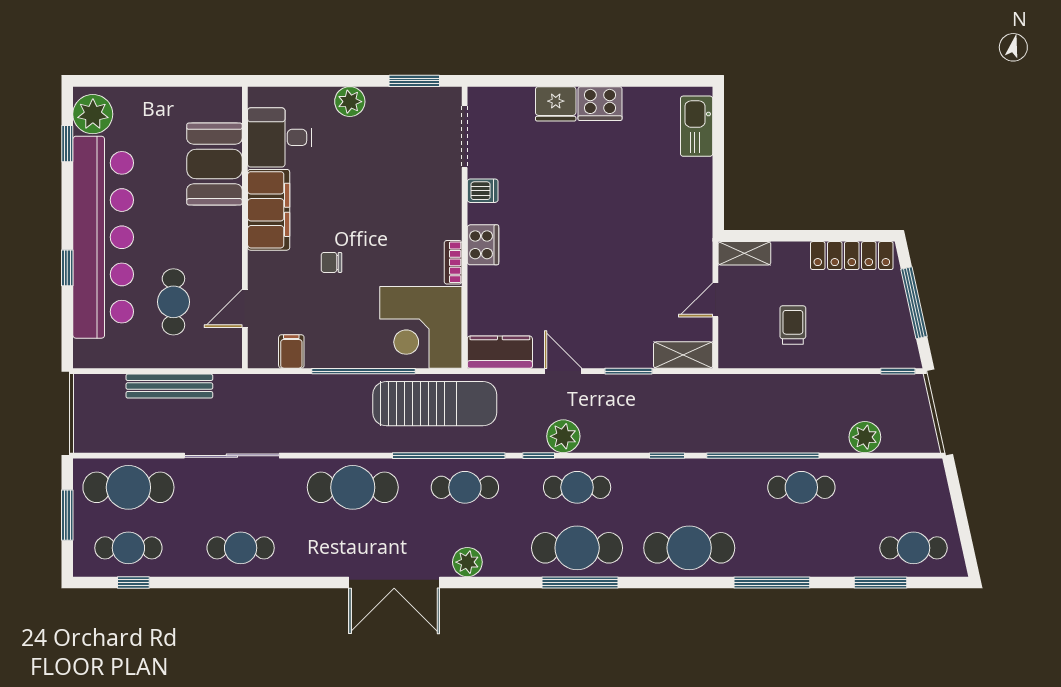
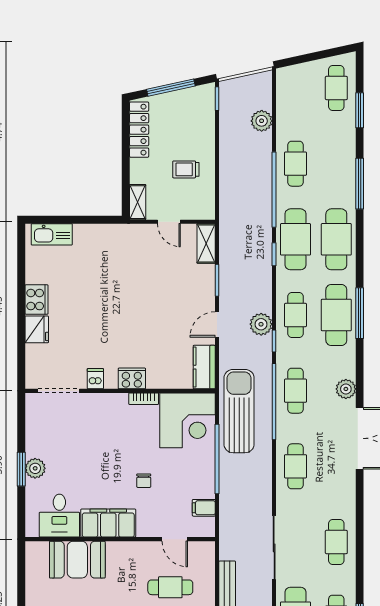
window: (414, 81) -> (21, 469), moved
cafe table: (353, 487) -> (295, 466), width x0.73, depth x0.74
cafe table: (689, 487) -> (295, 239), added

